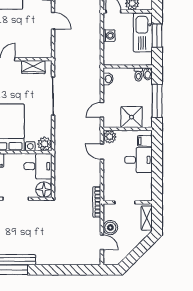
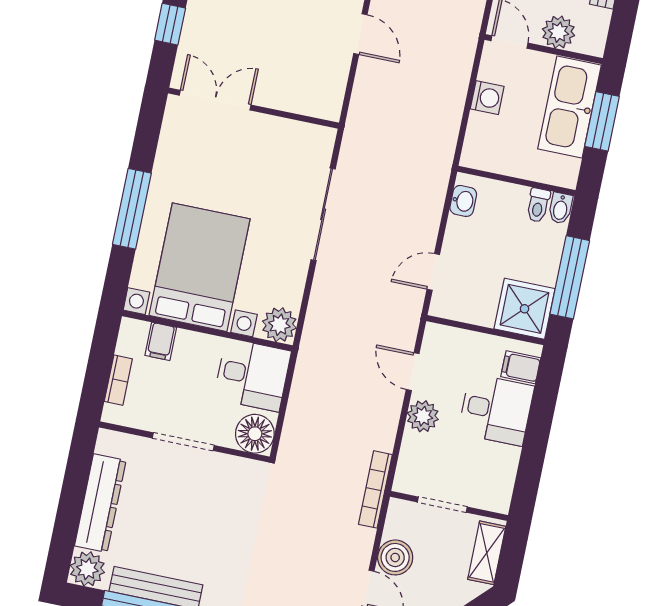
wardrobe: (33, 67) -> (290, 135), removed
shower: (132, 117) -> (525, 309), moved
plant: (110, 137) -> (423, 416), moved

